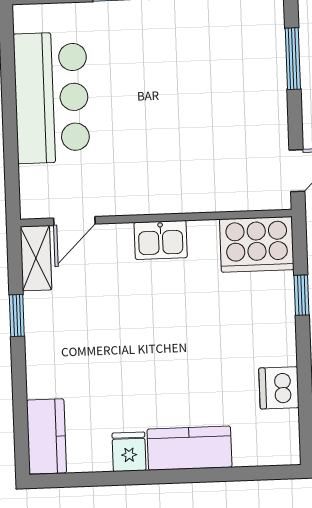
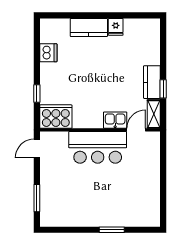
bar counter: (52, 98) -> (98, 147), moved, turned -90
kitchen sink: (161, 240) -> (115, 120), moved
kitchen counter: (46, 436) -> (152, 82), moved

